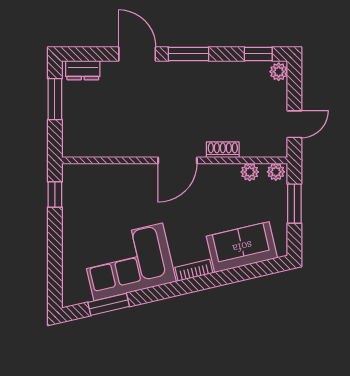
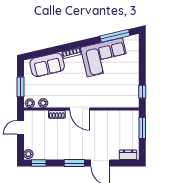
window: (55, 99) -> (142, 128), moved
door: (178, 160) -> (80, 109), swing flipped
window: (109, 304) -> (115, 36), width x1.44

